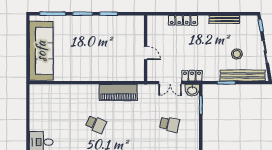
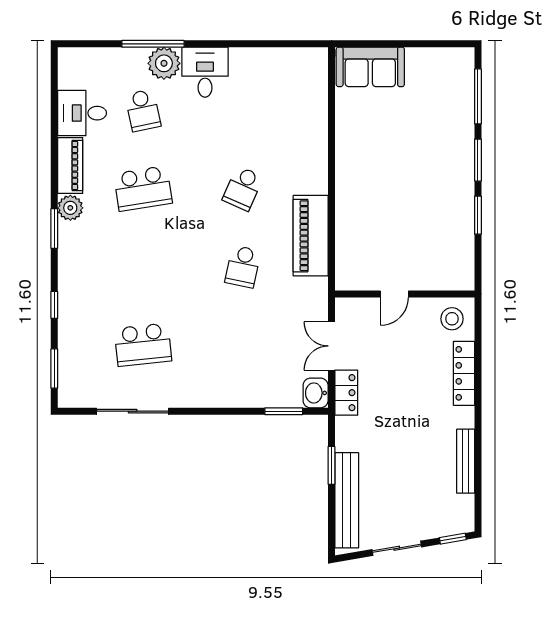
sofa: (41, 51) -> (370, 67), width x0.54, depth x0.79
stool: (237, 54) -> (452, 319), moved
school desk: (169, 124) -> (243, 267), moved

